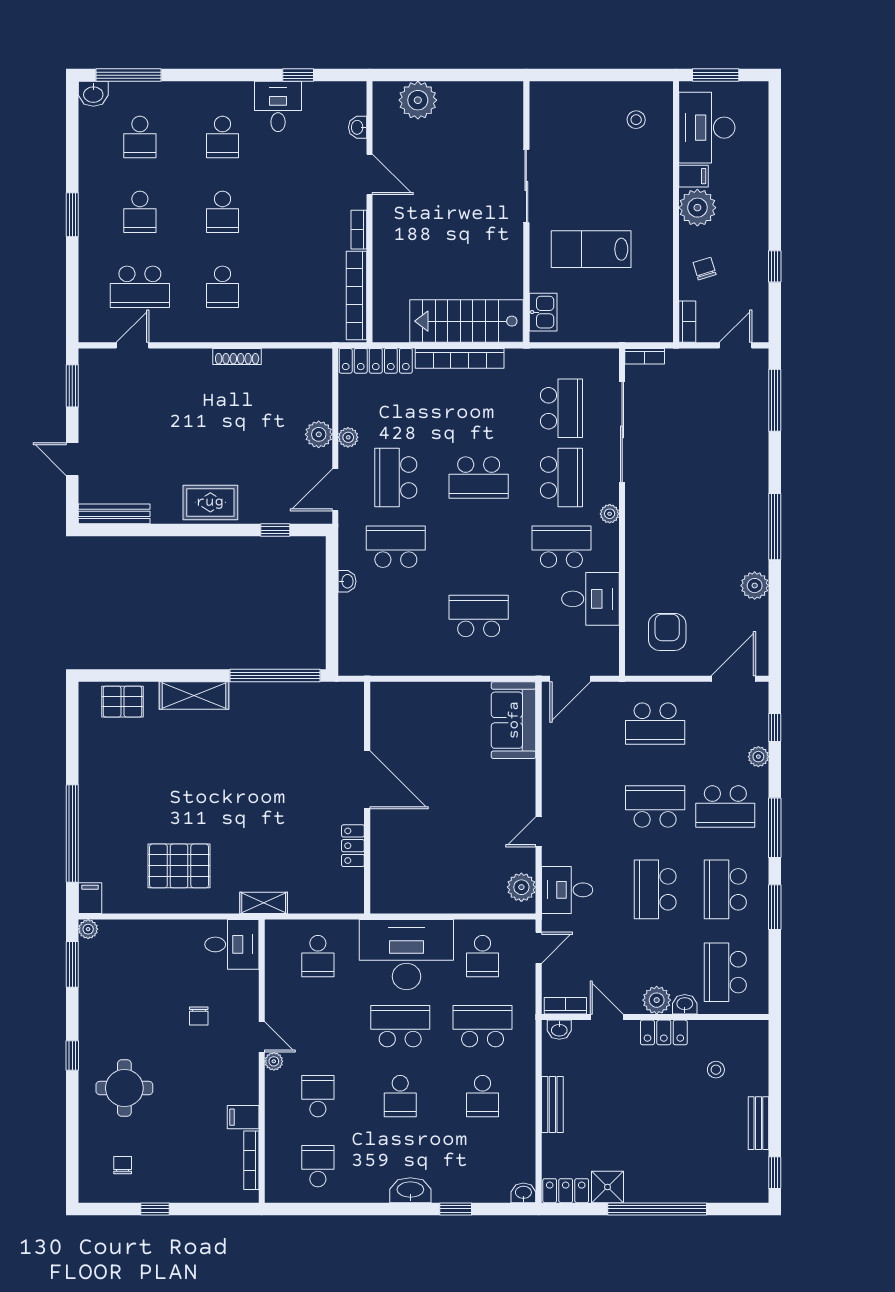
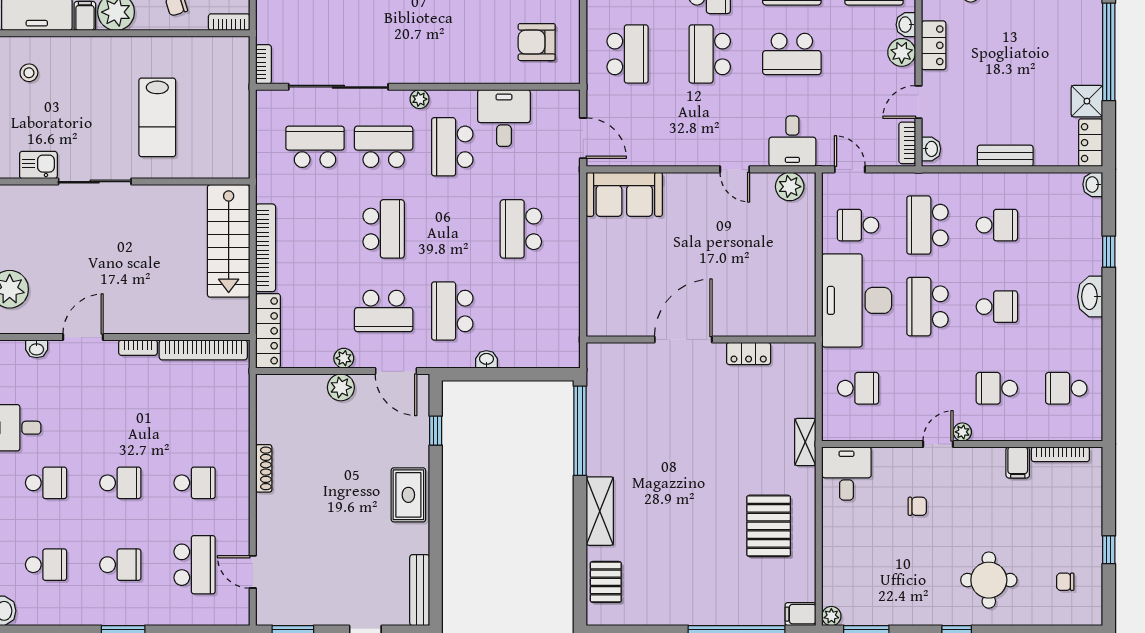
kitchen sink: (543, 312) -> (38, 165), moved
school desk: (483, 956) -> (858, 225), turned 180

